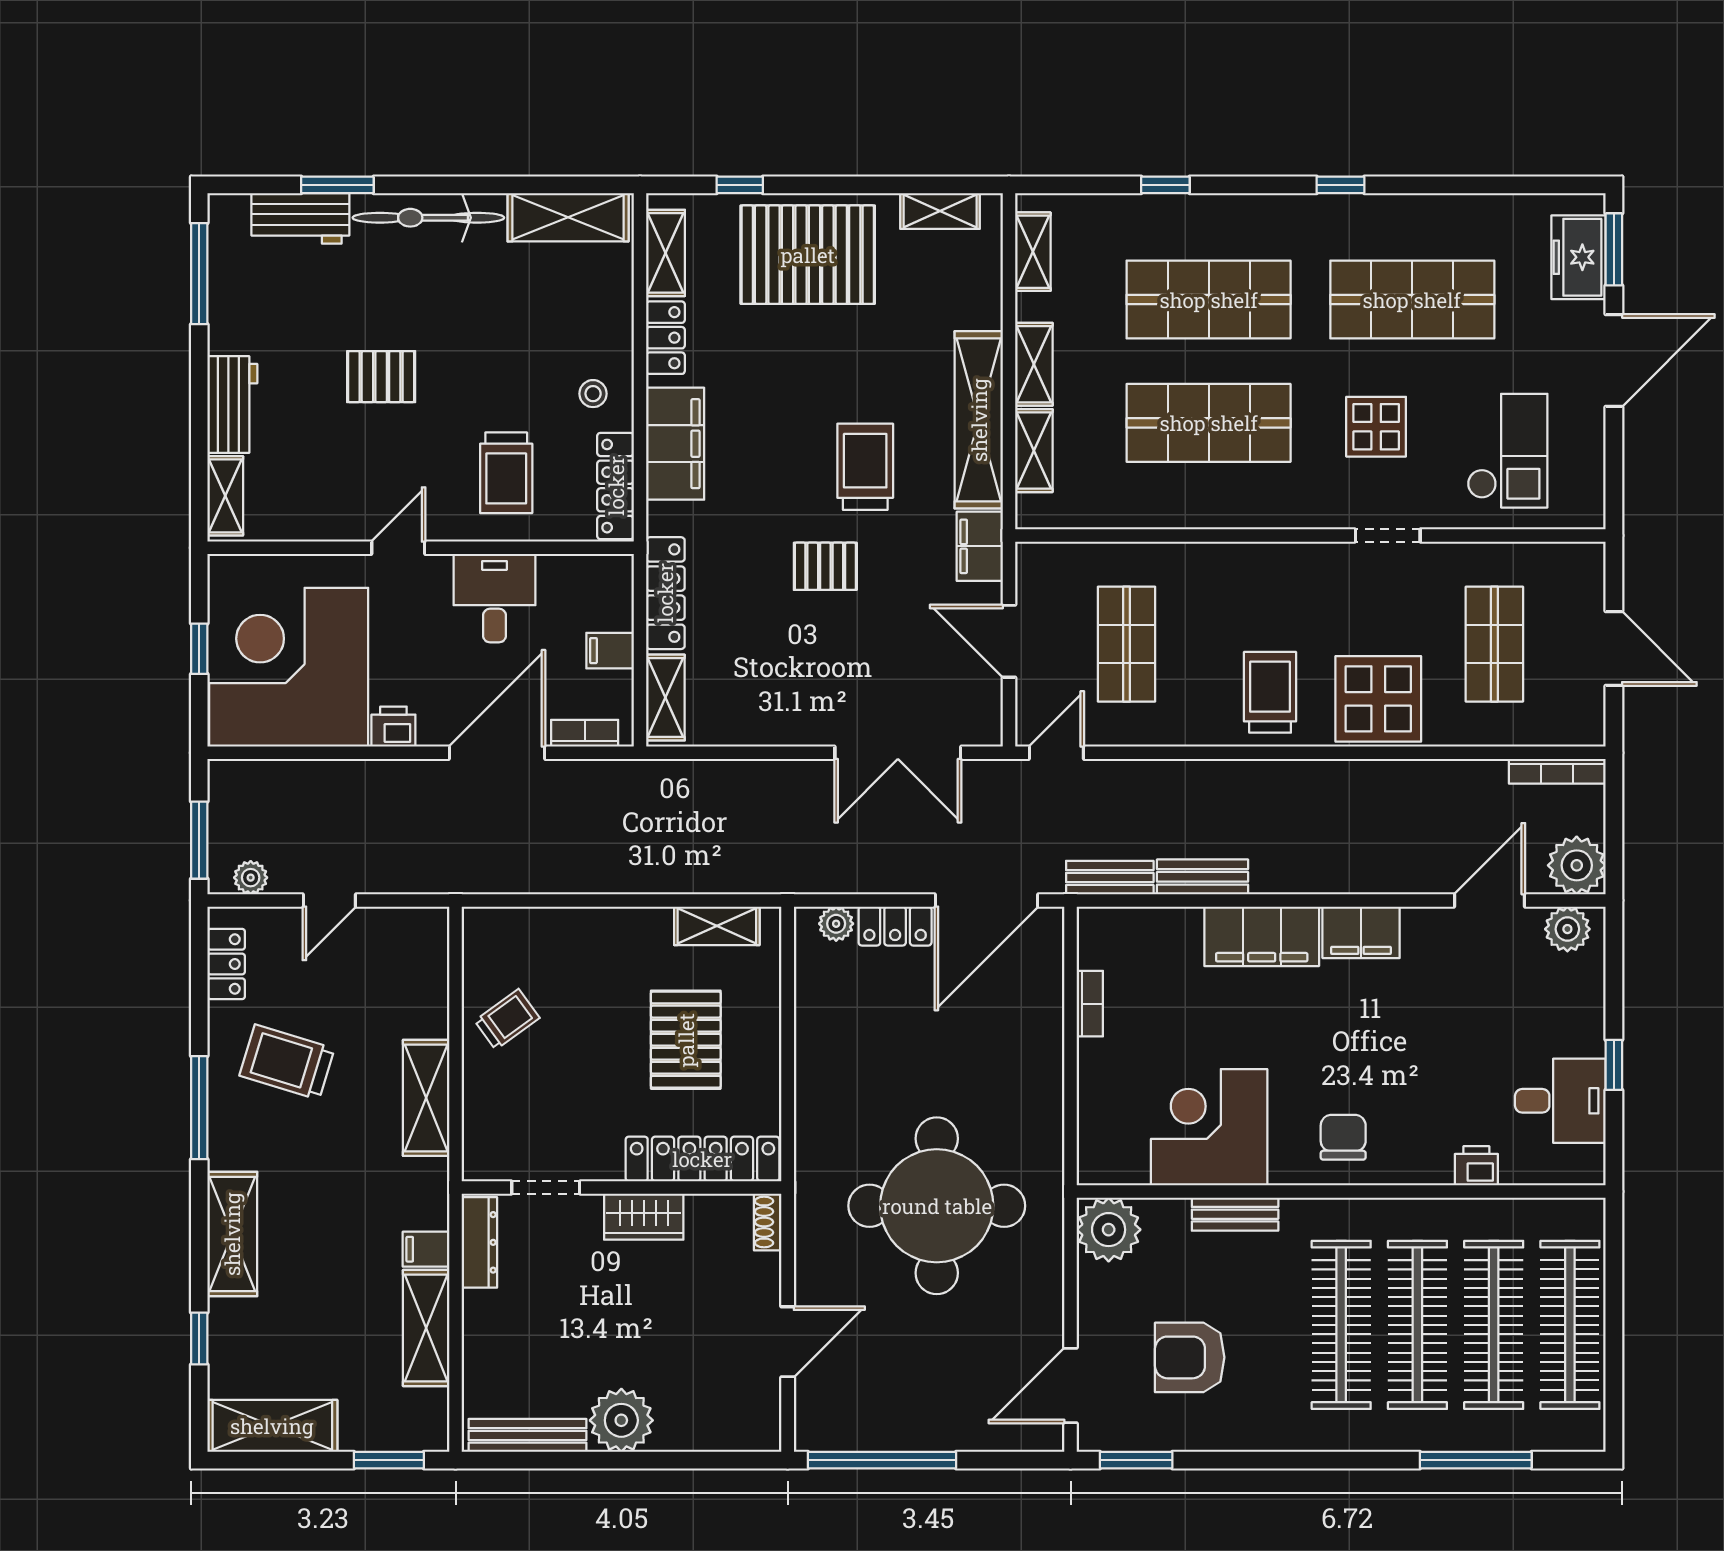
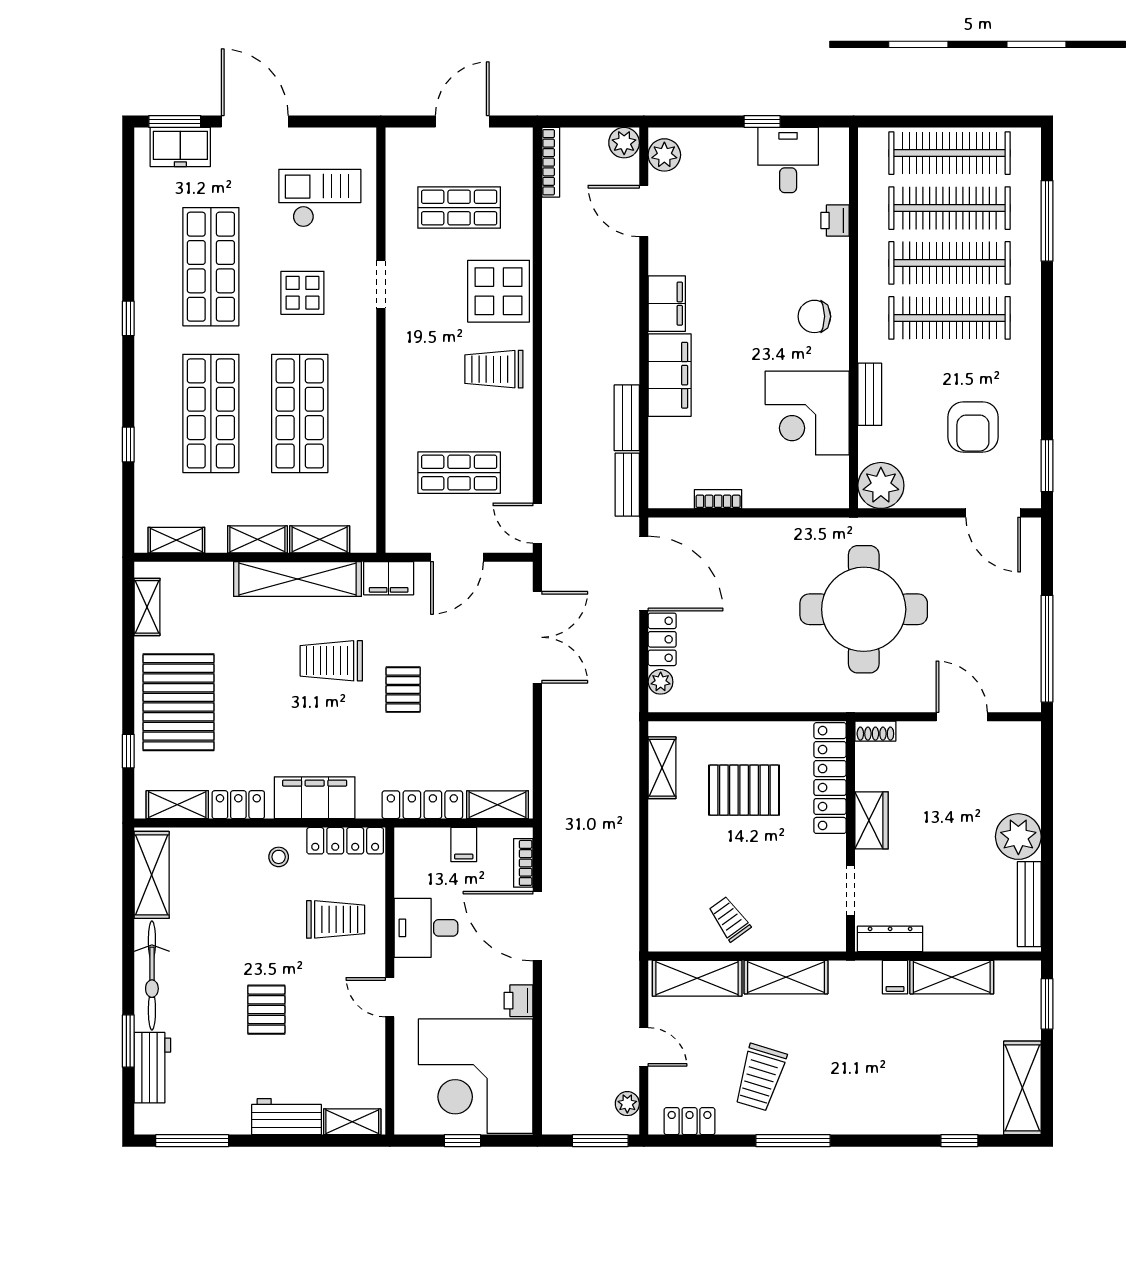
plant: (1577, 865) -> (624, 143), width x0.73, depth x0.73
shelving: (232, 1234) -> (697, 978), moved

